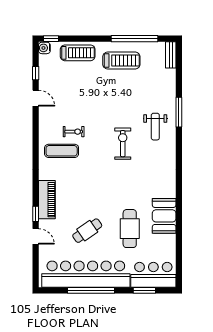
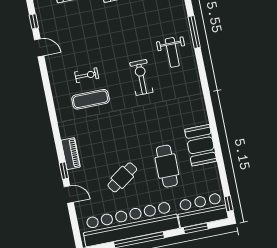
exercise mat: (62, 151) -> (91, 99), moved
piano: (47, 200) -> (71, 154), width x0.73, depth x0.75
window: (179, 274) -> (229, 204), added

